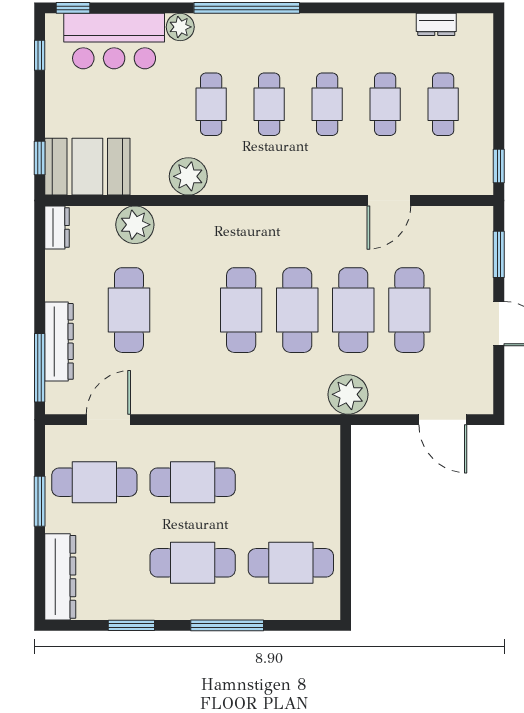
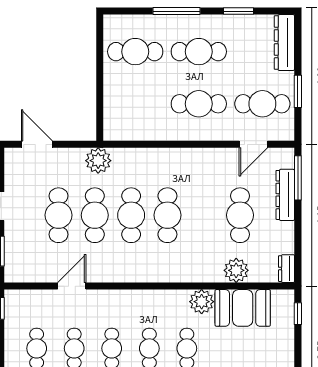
booth: (87, 167) -> (243, 308), moved

